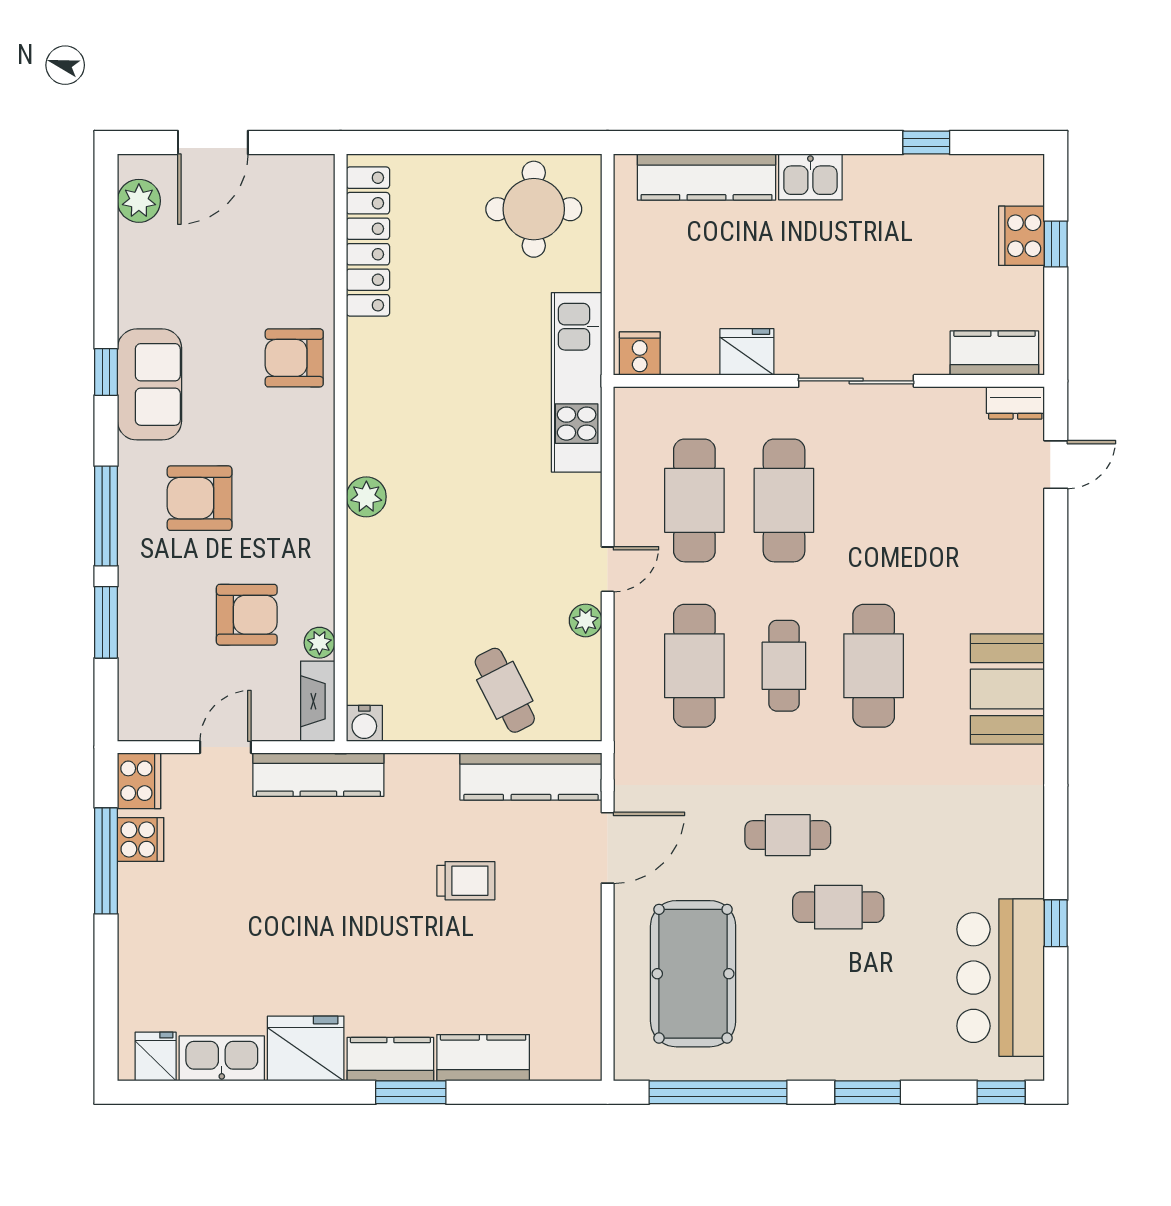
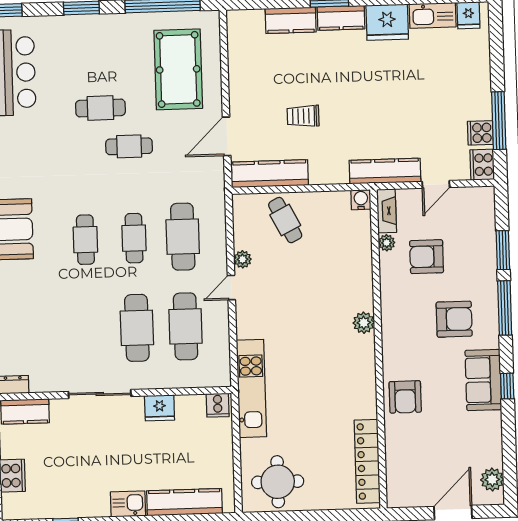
armchair: (294, 358) -> (405, 397), turned 90
cafe table: (874, 666) -> (85, 240), width x0.73, depth x0.74

